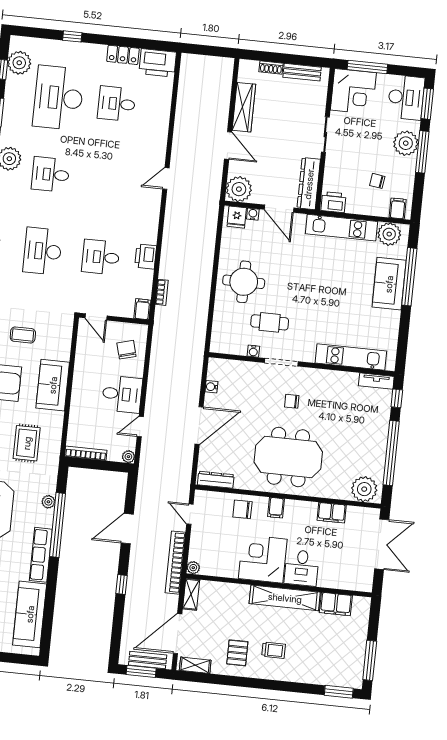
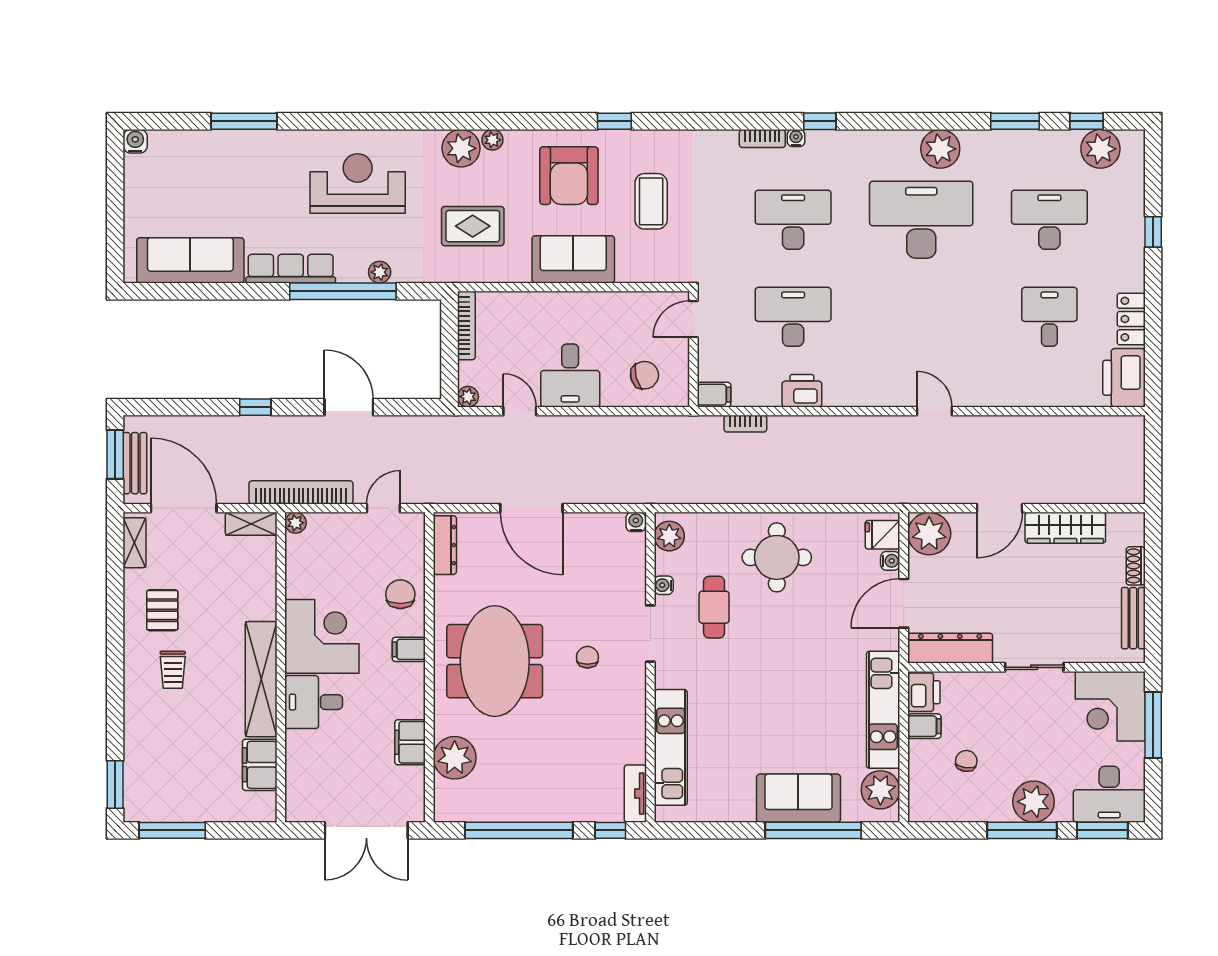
desk: (58, 98) -> (1049, 220), width x0.73, depth x0.77
desk: (51, 174) -> (921, 220), width x1.87, depth x1.30
filing cabinet: (398, 208) -> (924, 726), moved
desk: (101, 257) -> (793, 317), width x1.37
coffee table: (23, 335) -> (651, 201), width x1.36, depth x1.30
plant: (224, 345) -> (669, 536), added
water cooler: (211, 387) -> (636, 522), moved
plant: (364, 489) -> (455, 758), moved
pallet: (237, 653) -> (162, 610), turned 90

